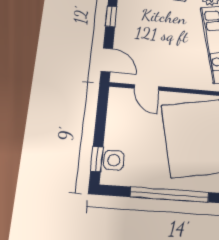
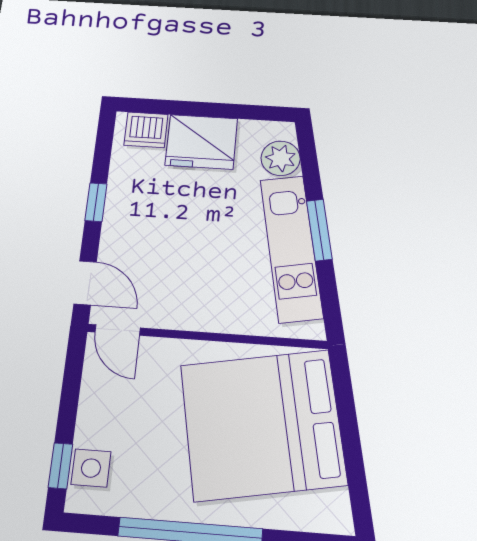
door: (146, 88) -> (118, 330), moved

